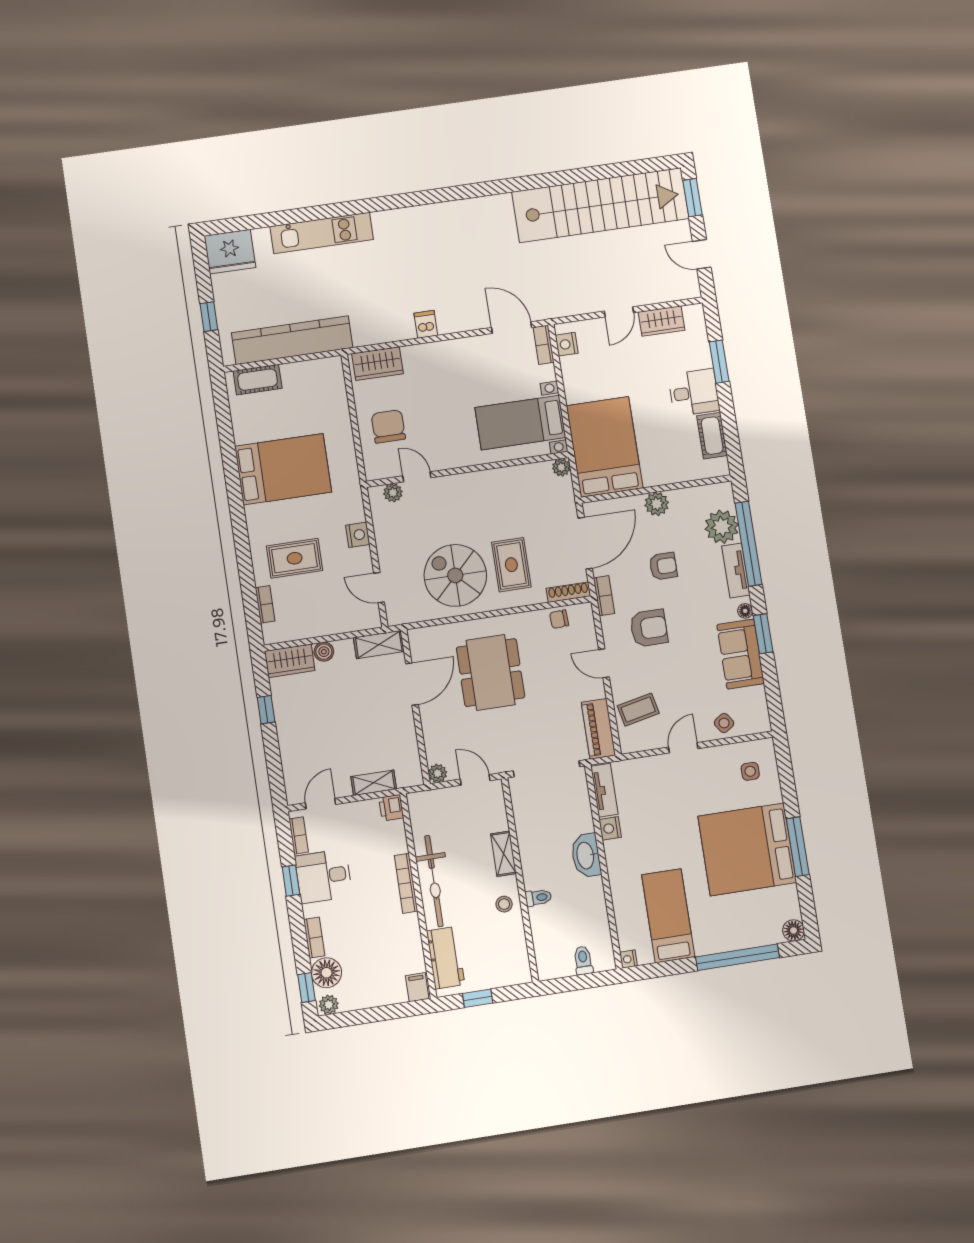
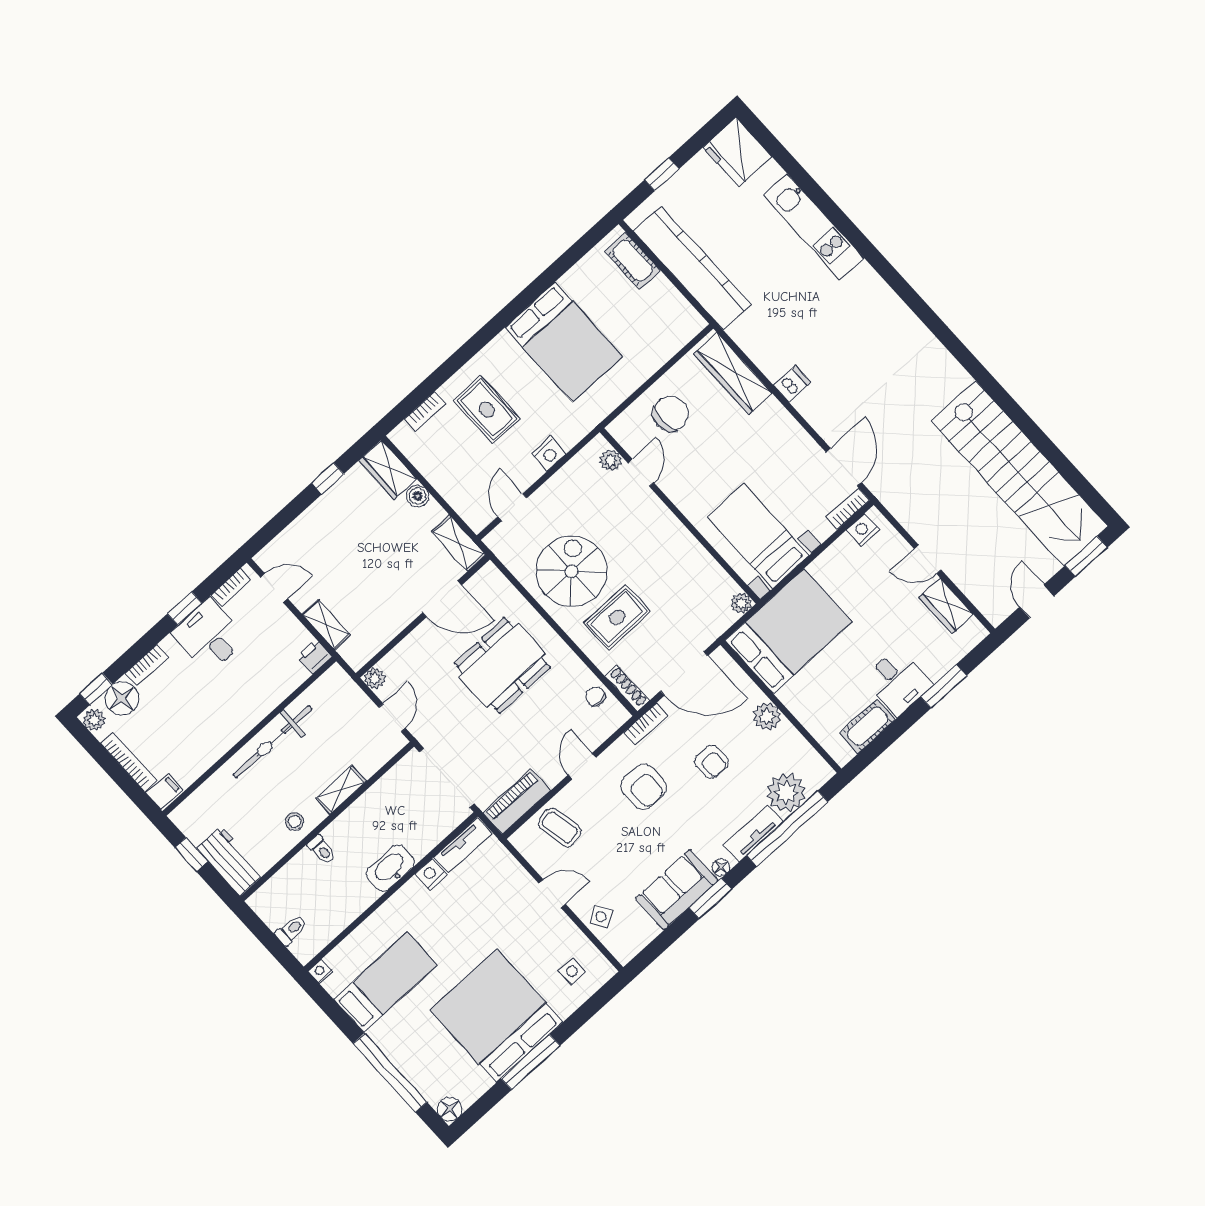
wardrobe: (378, 364) -> (733, 374), width x1.50
bookcase: (406, 883) -> (129, 762), moved, turned 90
workbench: (446, 958) -> (230, 861), moved, turned -90

